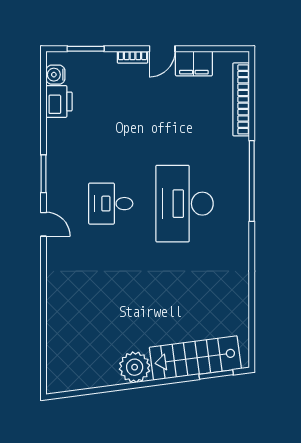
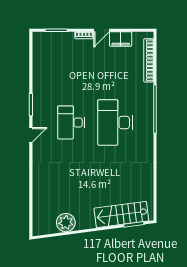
water cooler: (55, 75) -> (38, 46), removed
printer: (59, 101) -> (40, 62), removed
desk: (111, 204) -> (71, 122), width x1.37
door: (44, 224) -> (31, 135), hinge flipped
plant: (135, 367) -> (66, 223), moved

